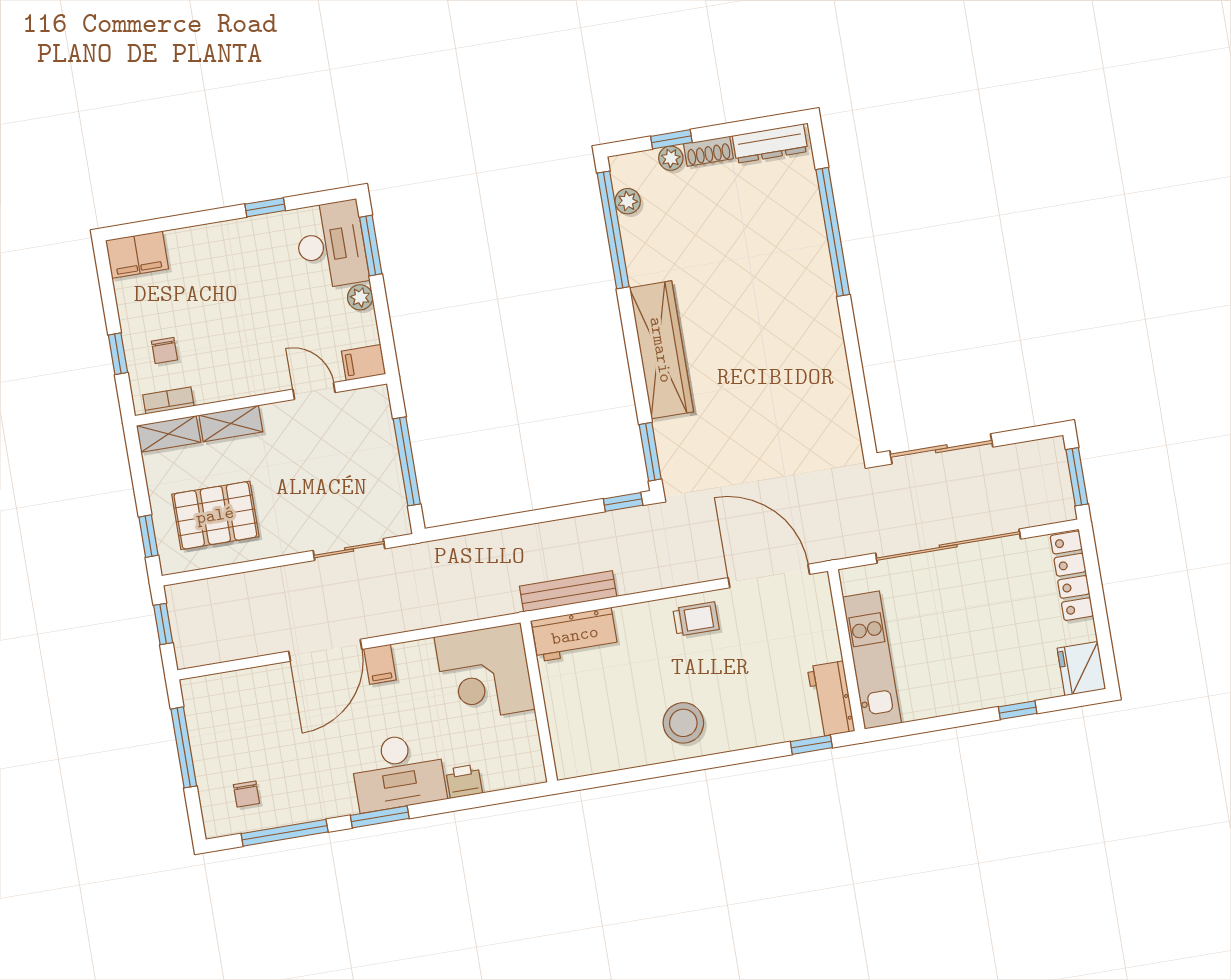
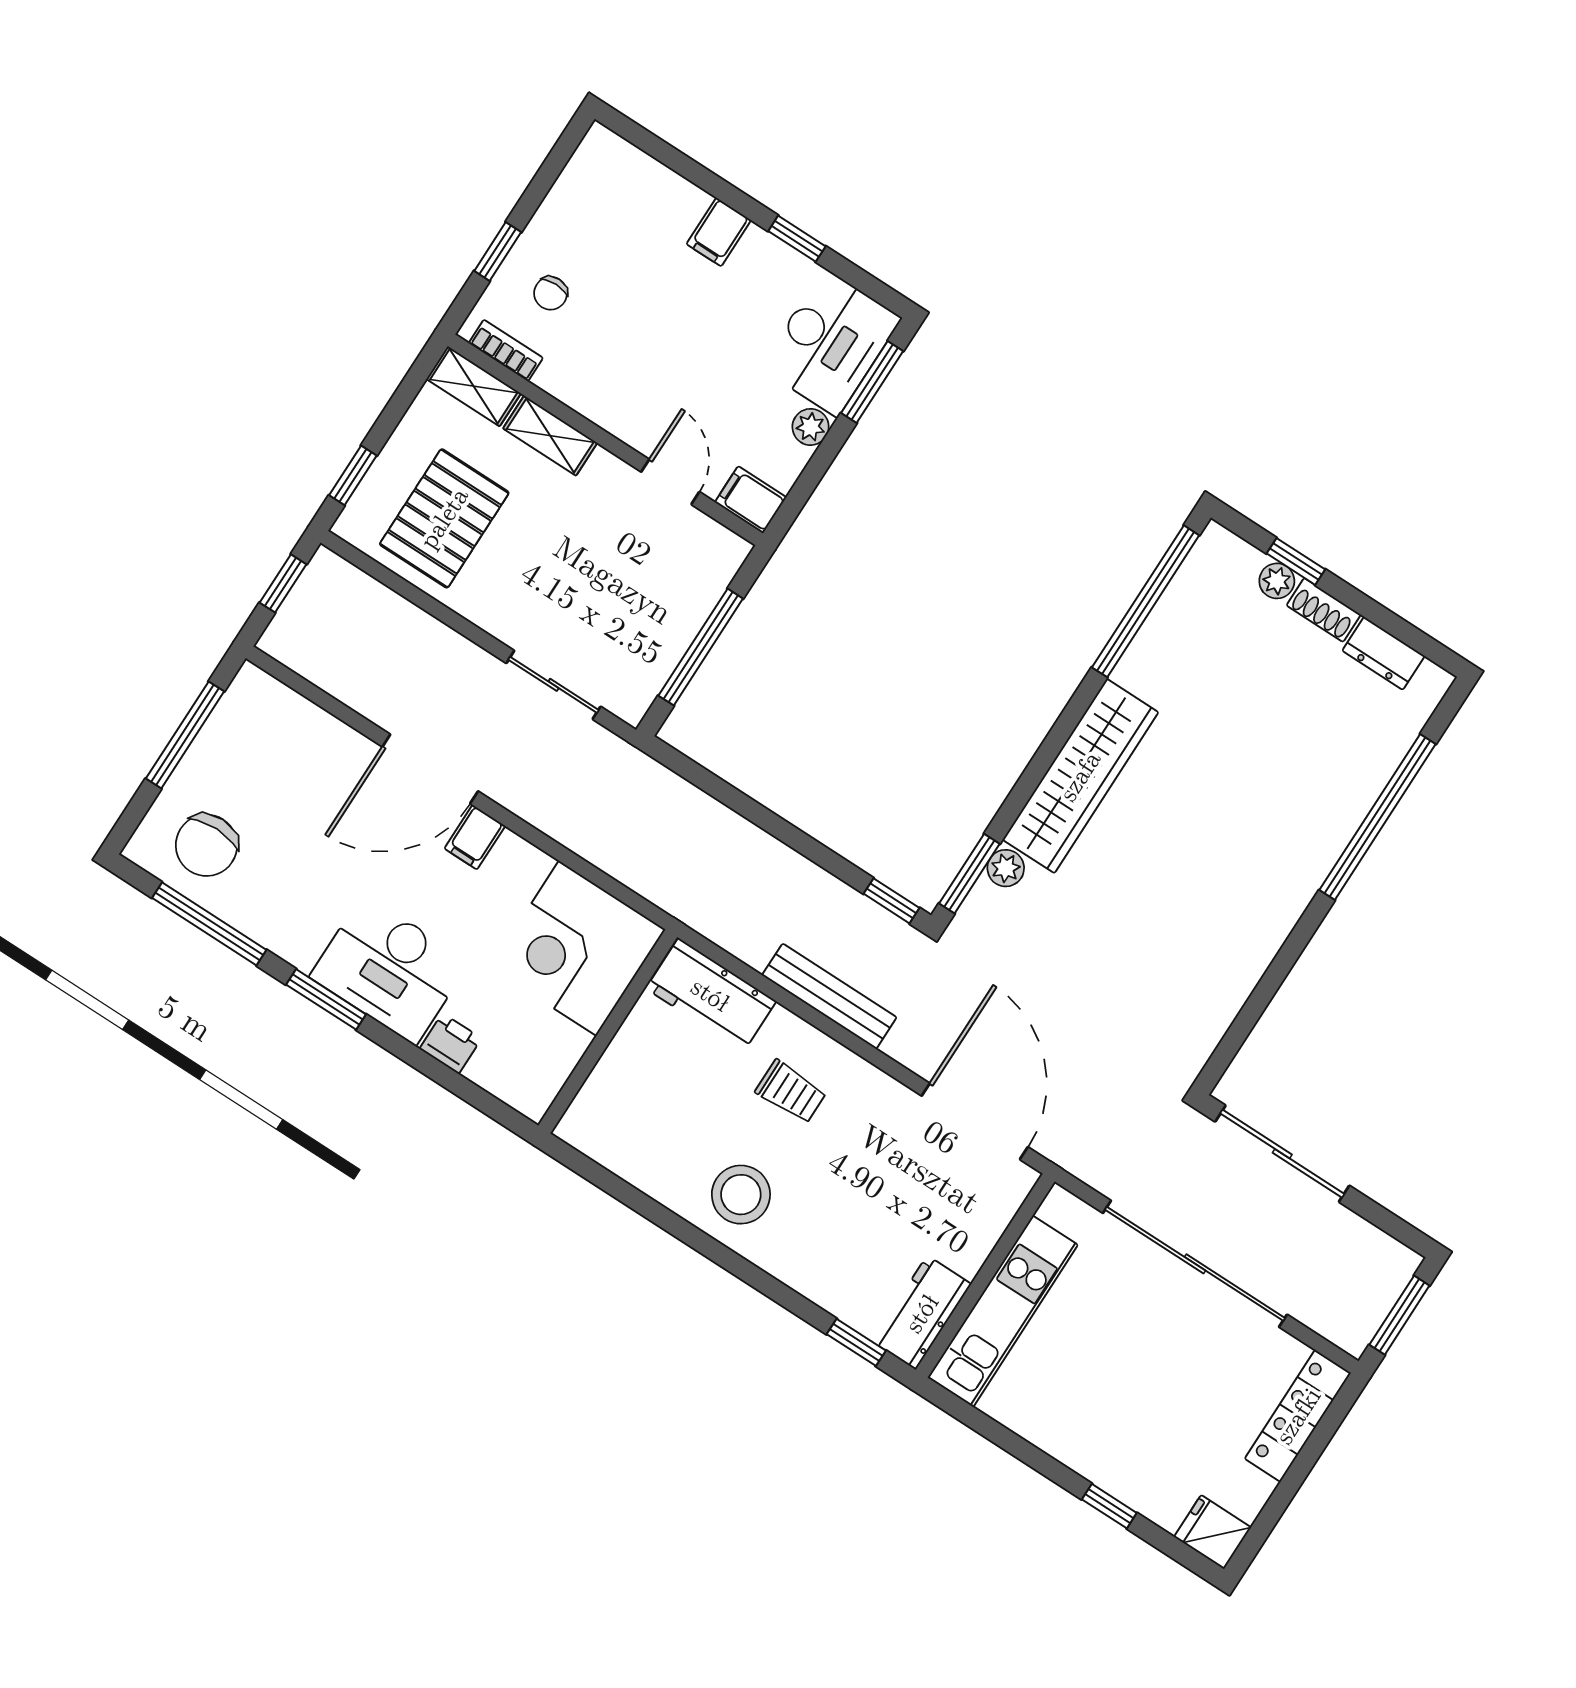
dresser: (770, 144) -> (1383, 653), width x0.70
plant: (628, 201) -> (1006, 868), moved
filing cabinet: (137, 255) -> (719, 232), moved, width x0.50
pallet: (215, 515) -> (444, 518), turned 90
bench: (568, 591) -> (829, 996), moved
trolley: (696, 619) -> (791, 1092), moved
fridge: (1081, 669) -> (1213, 1532), width x0.72
chair: (246, 794) -> (206, 845), width x1.87, depth x1.87

